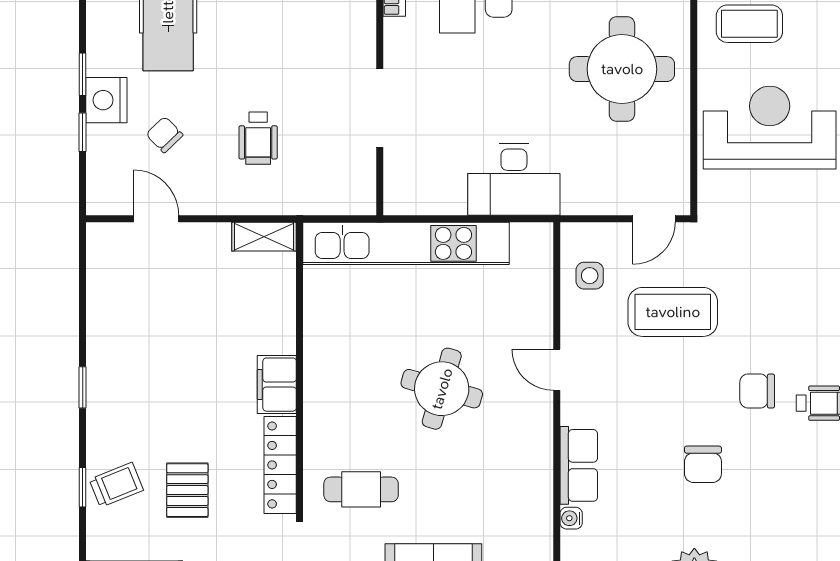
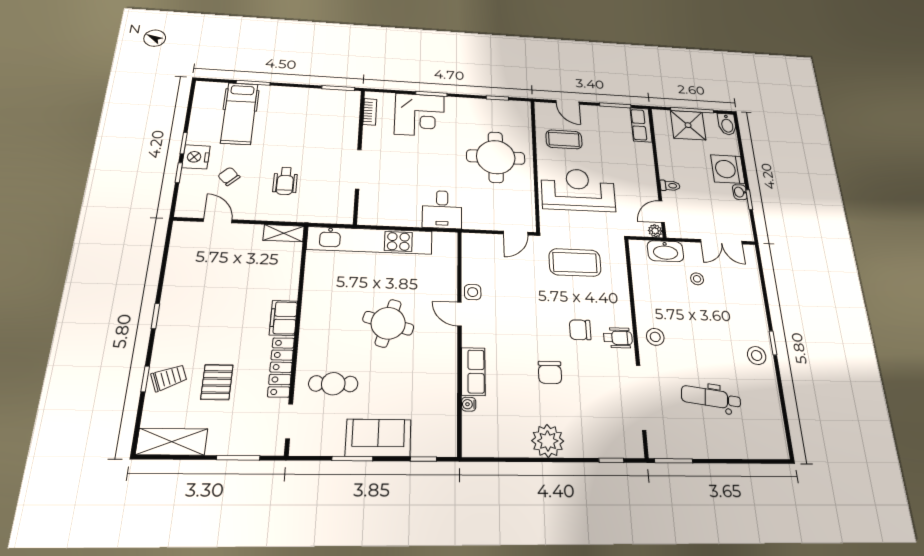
desk: (514, 179) -> (442, 209), width x0.73
side table: (590, 276) -> (473, 292), moved
coffee table: (673, 312) -> (575, 263), moved

